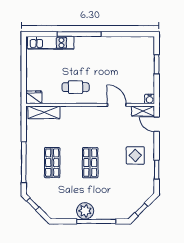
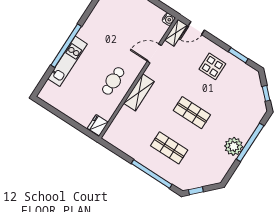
kitchen unit: (51, 43) -> (67, 61), moved
shelving: (44, 112) -> (139, 92), moved

